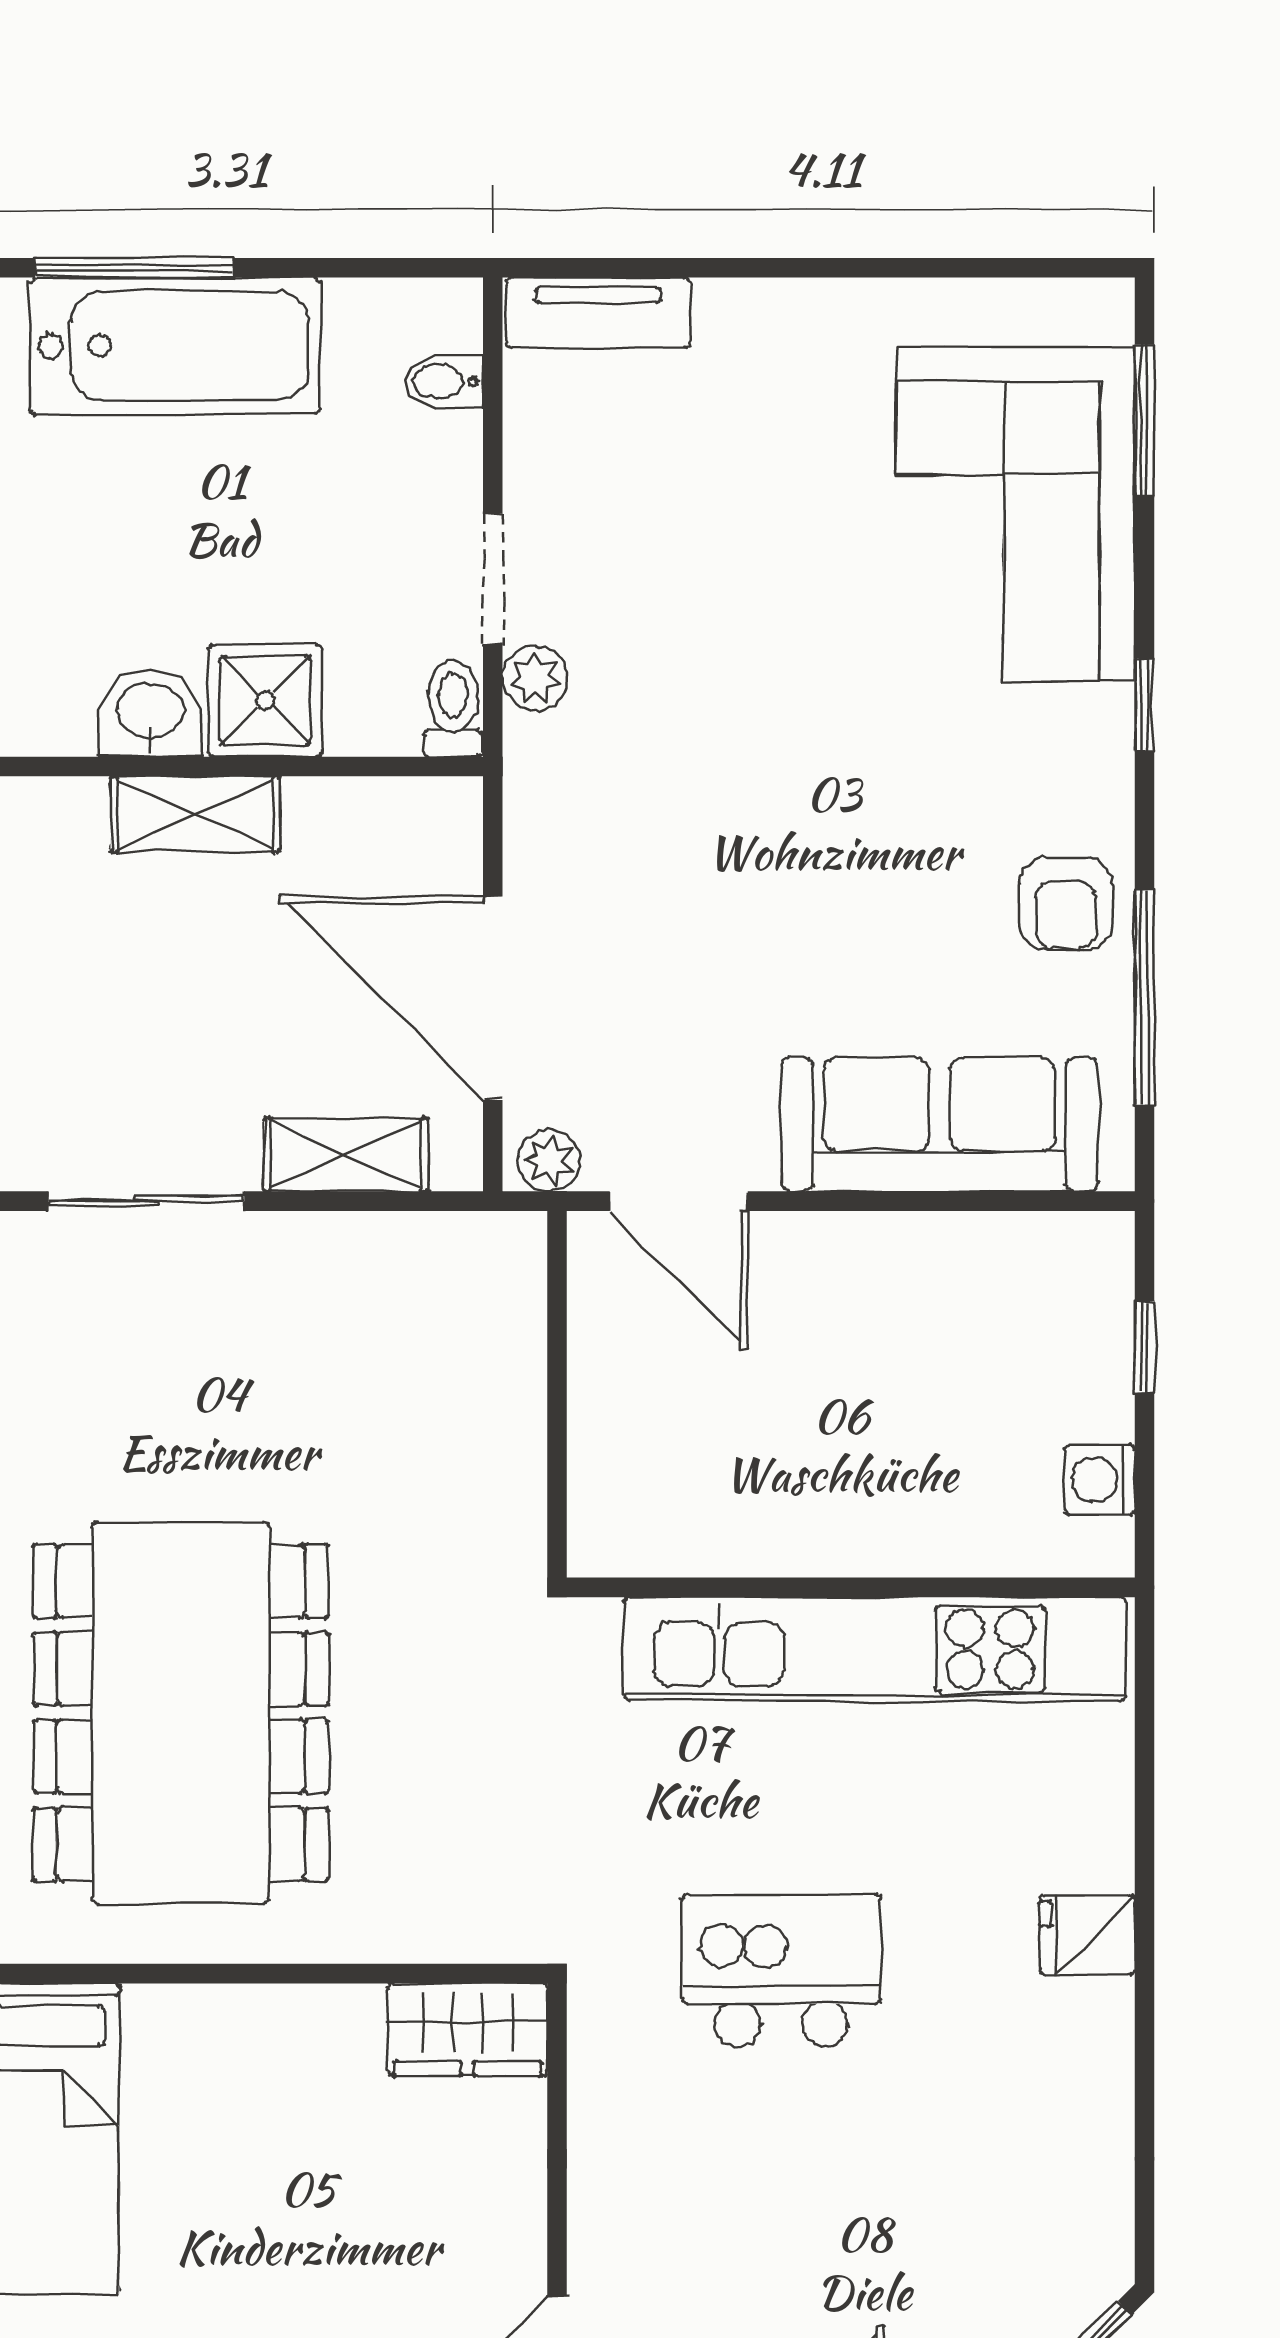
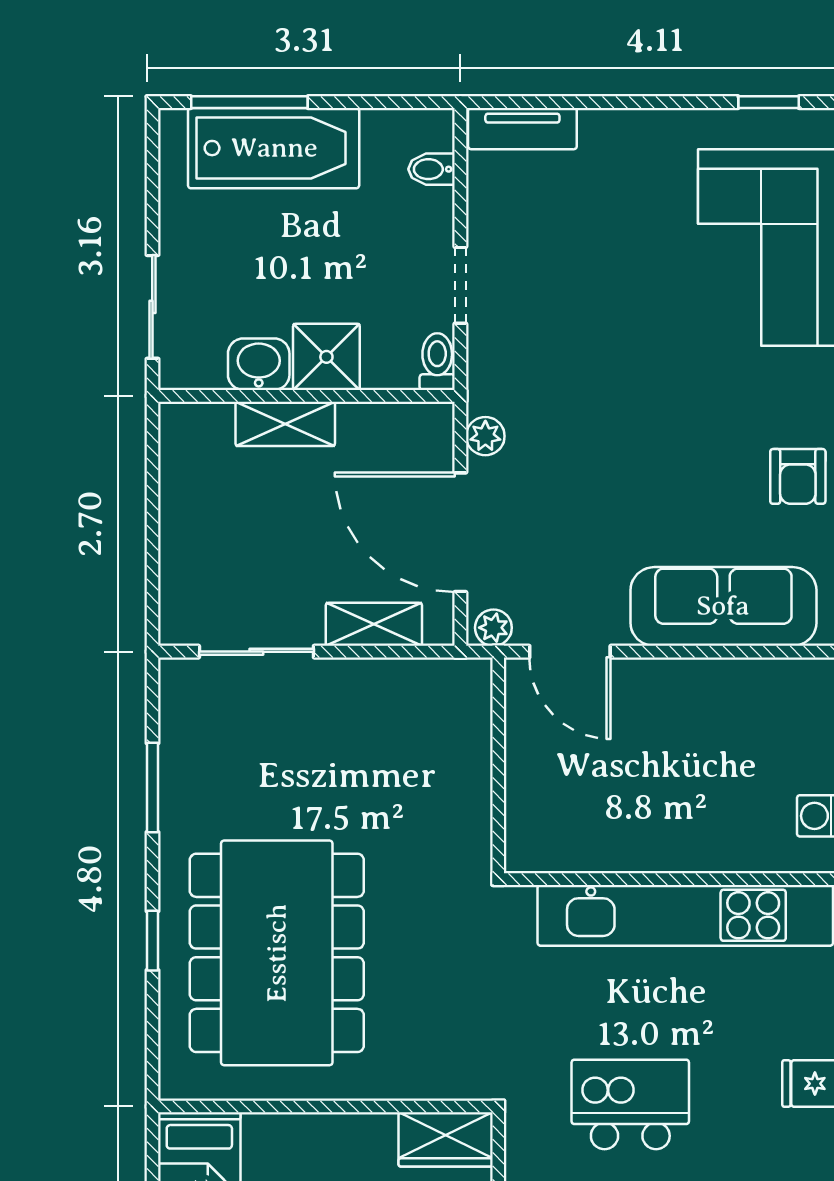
window: (1016, 268) -> (769, 102), added
plant: (535, 678) -> (485, 436), moved

